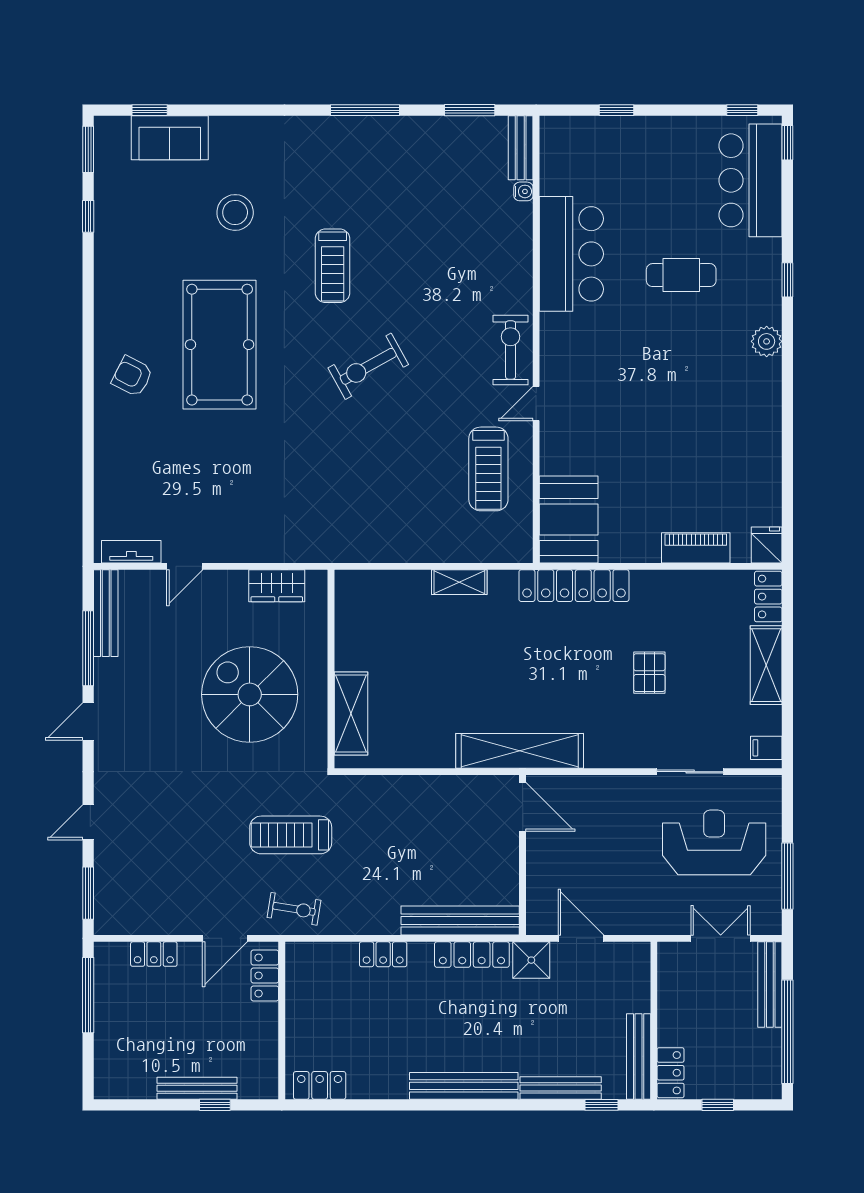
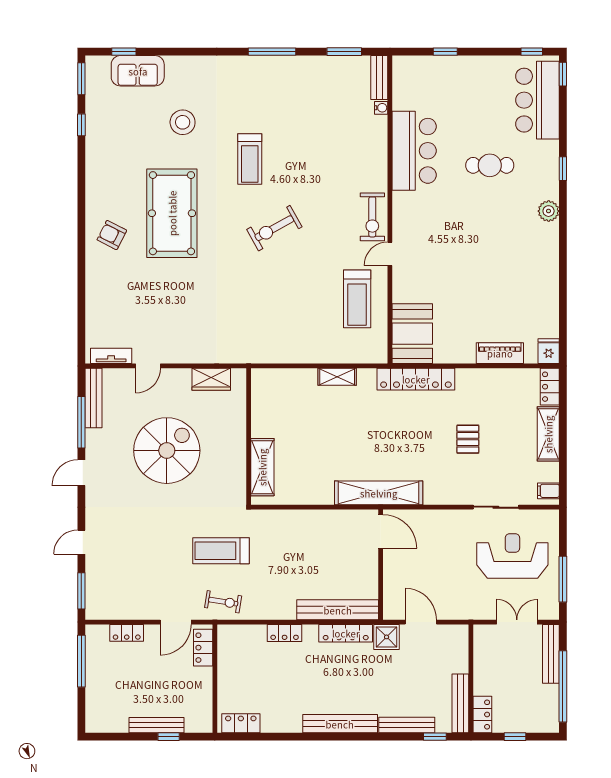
exercise bike: (511, 350) -> (372, 217), turned 180
spiral stairs: (250, 694) -> (167, 451), moved, turned 90

